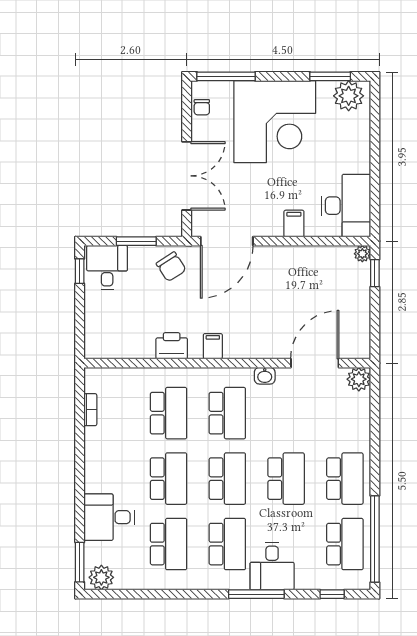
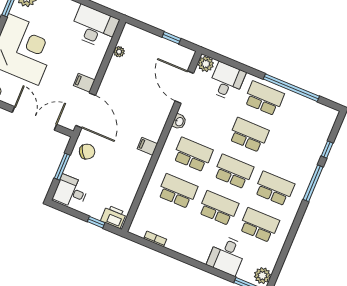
filing cabinet: (294, 224) -> (84, 83), moved
plant: (362, 254) -> (119, 52), moved
window: (80, 271) -> (96, 222), moved
window: (375, 273) -> (171, 38), moved
printer: (172, 346) -> (113, 217), moved, turned 90
window: (375, 539) -> (291, 88), moved
school desk: (345, 544) -> (305, 115), removed
desk: (272, 566) -> (227, 81), moved, turned -90
window: (332, 594) -> (327, 150), moved

